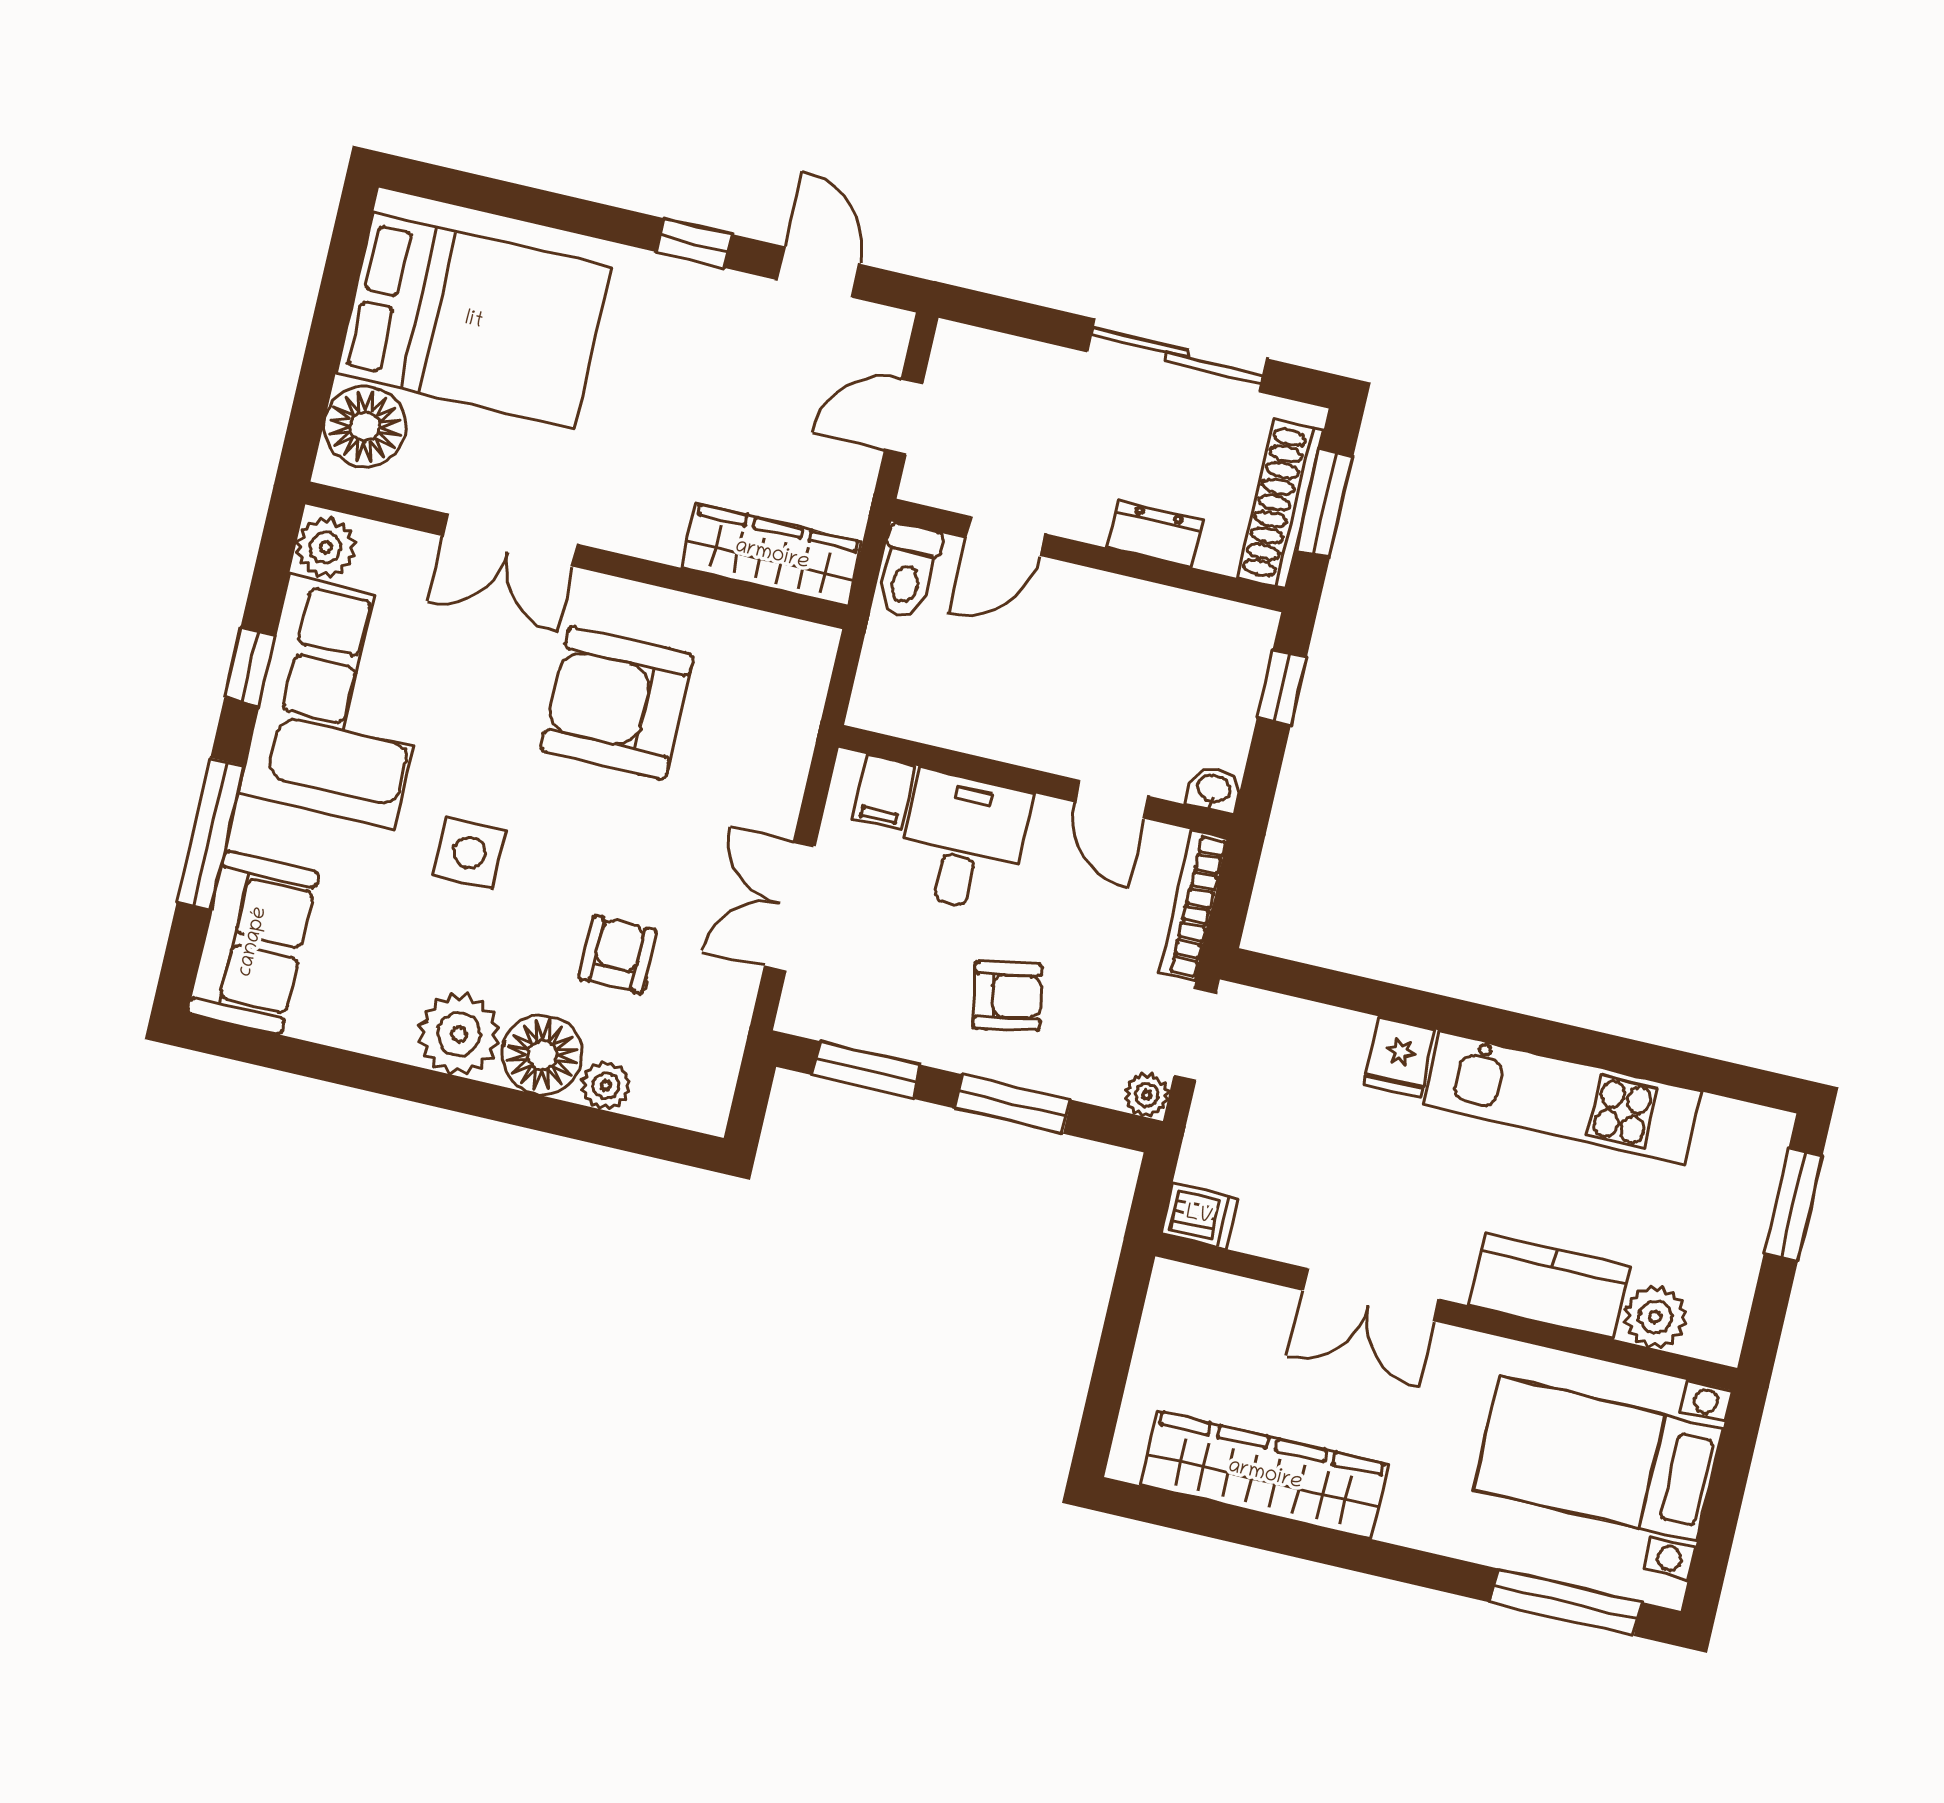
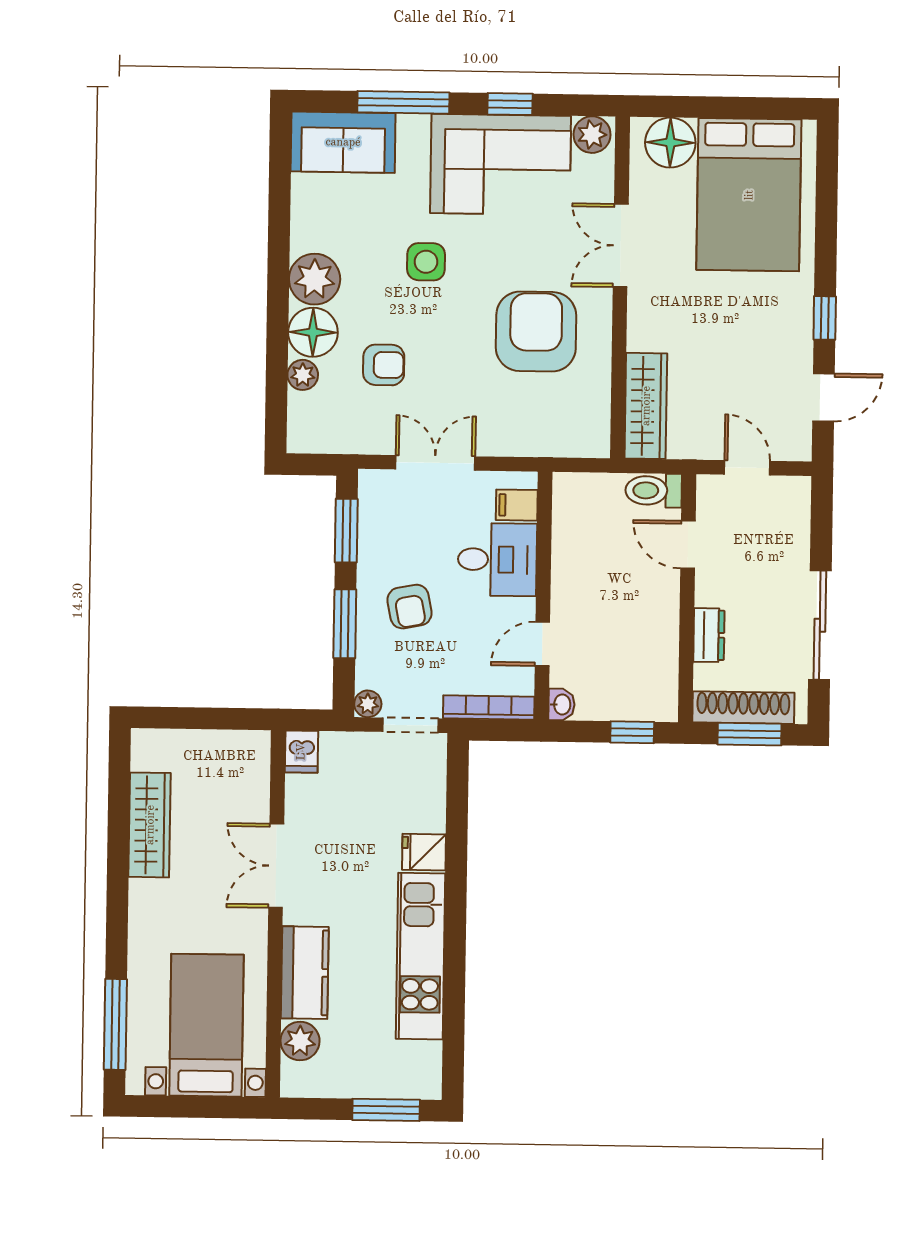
wardrobe: (1265, 1475) -> (150, 825), width x0.71, depth x0.85

